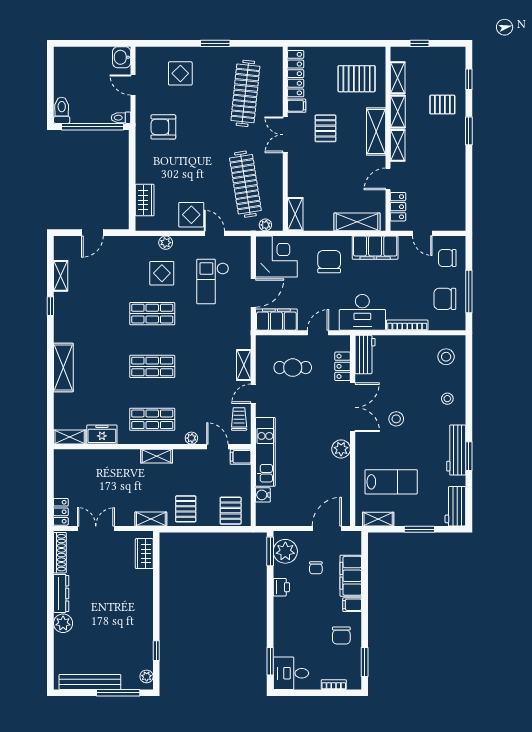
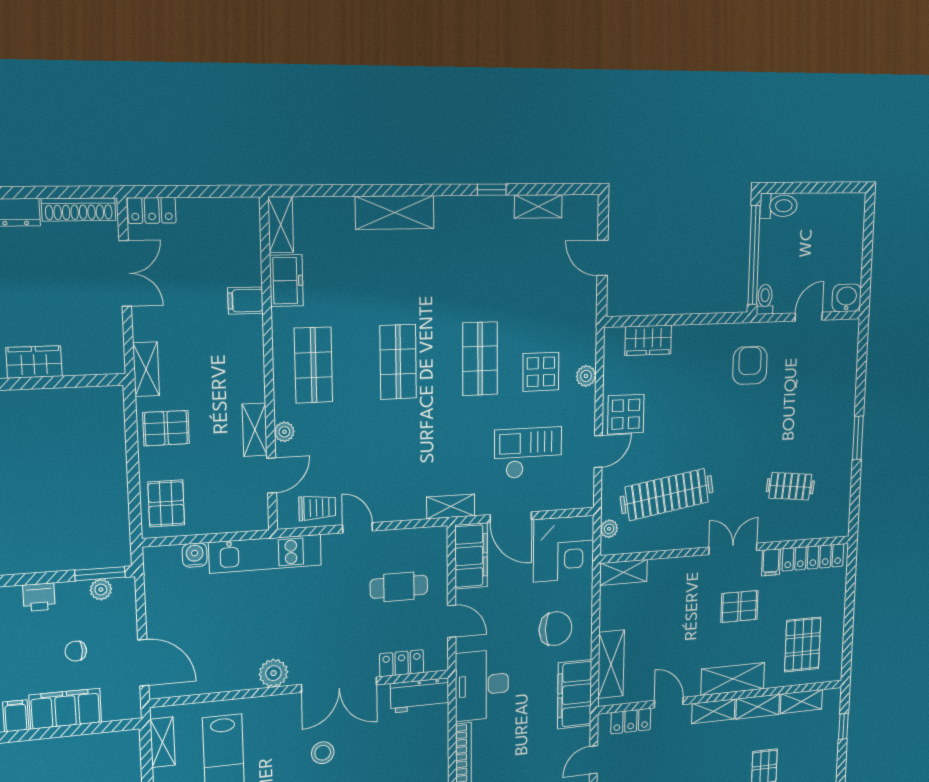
display table: (180, 73) -> (821, 388), removed
clothes rail: (245, 93) -> (790, 486), width x0.54, depth x0.76
shelving: (244, 365) -> (451, 507), moved
cafe table: (293, 368) -> (399, 587), turned 90
shelving: (157, 456) -> (255, 430), moved
filing cabinet: (241, 457) -> (245, 301), moved, turned -90
pallet: (231, 511) -> (166, 503), turned 90
plant: (285, 551) -> (101, 590), width x0.53, depth x0.53
wardrobe: (144, 554) -> (34, 362), moved

